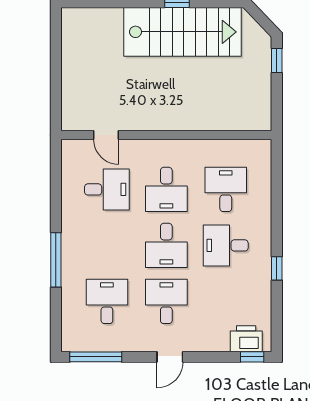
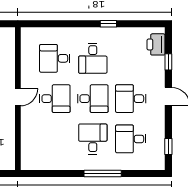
door: (106, 135) -> (18, 97), moved
desk: (107, 189) -> (93, 139), moved
window: (96, 357) -> (168, 147), width x0.46
window: (252, 357) -> (168, 62), moved

